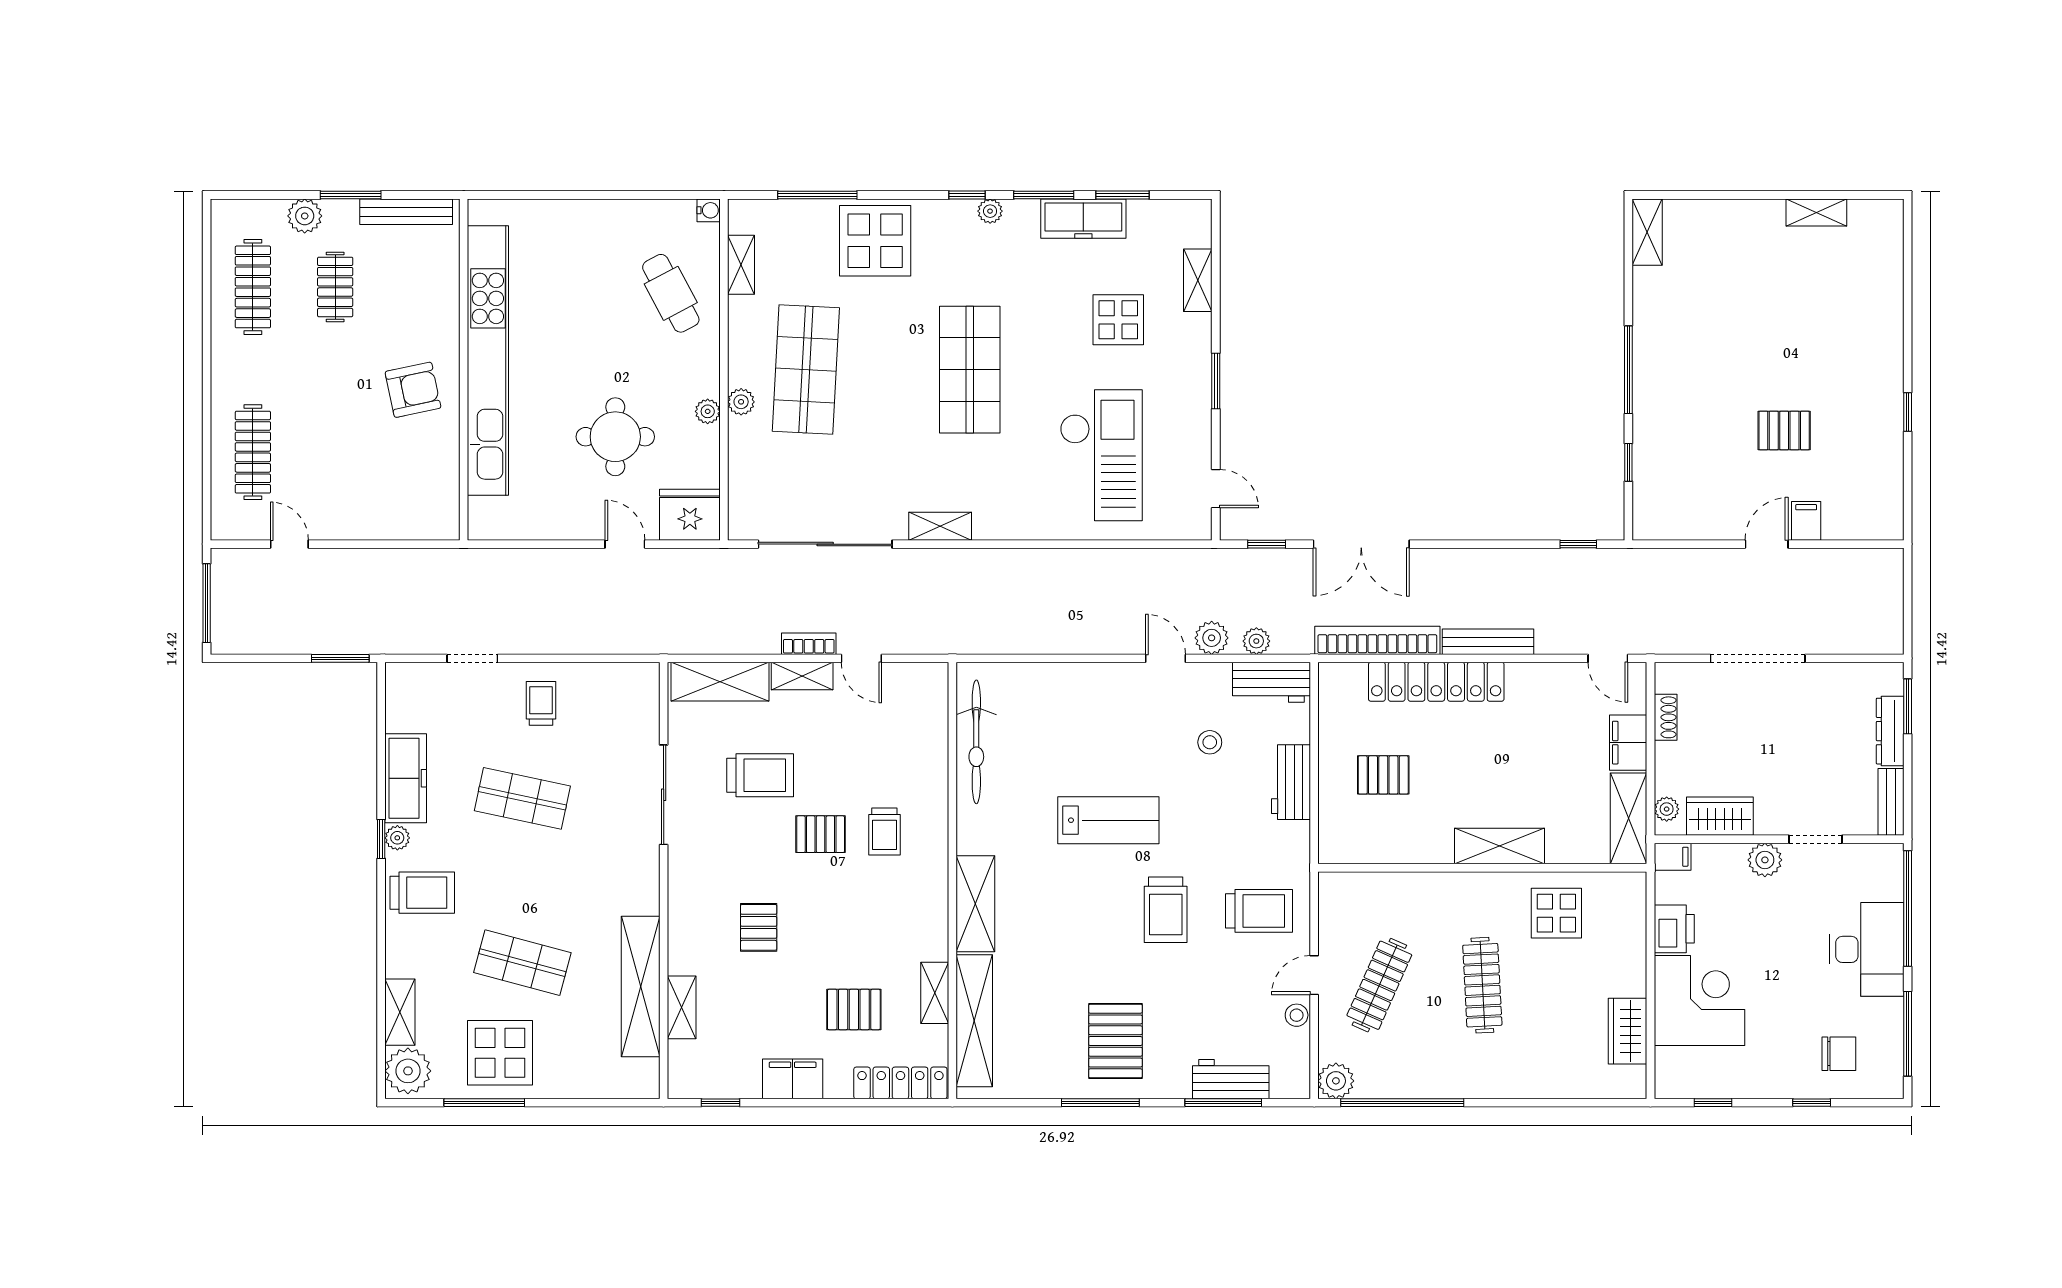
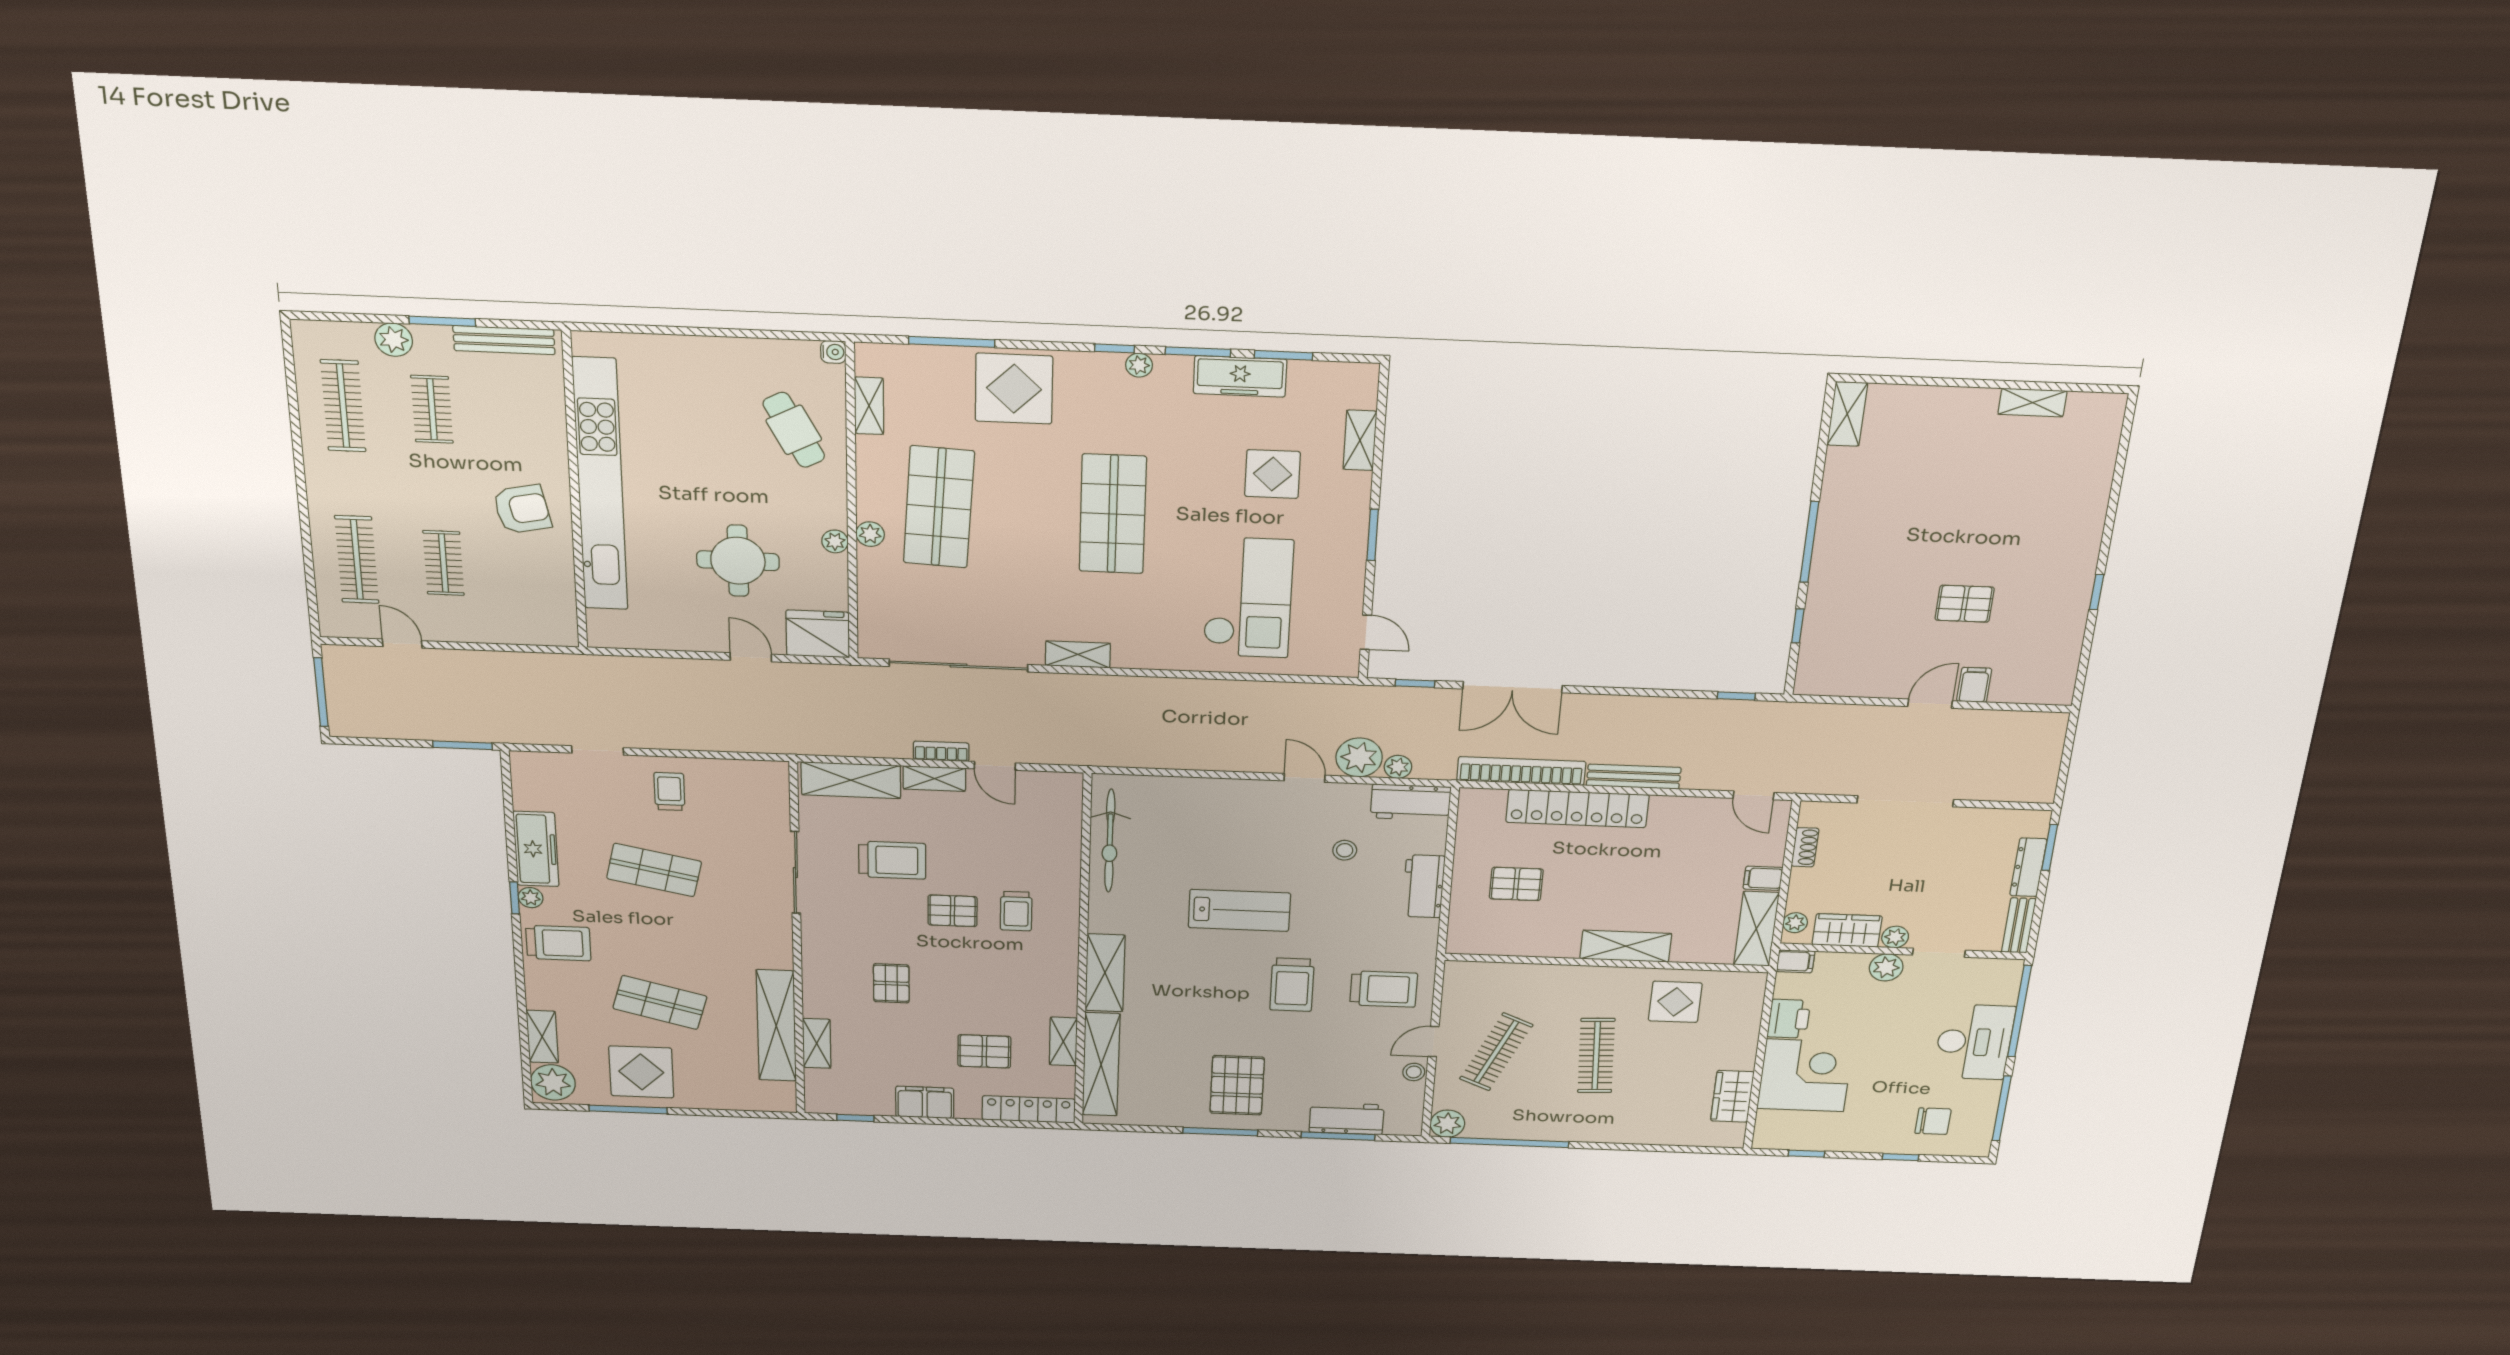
clothes rail: (335, 452) -> (444, 563), added
plant: (1212, 638) -> (1359, 757), width x1.36, depth x1.36
filing cabinet: (1628, 743) -> (1763, 878), width x0.50
plant: (1769, 822) -> (1895, 937), added

